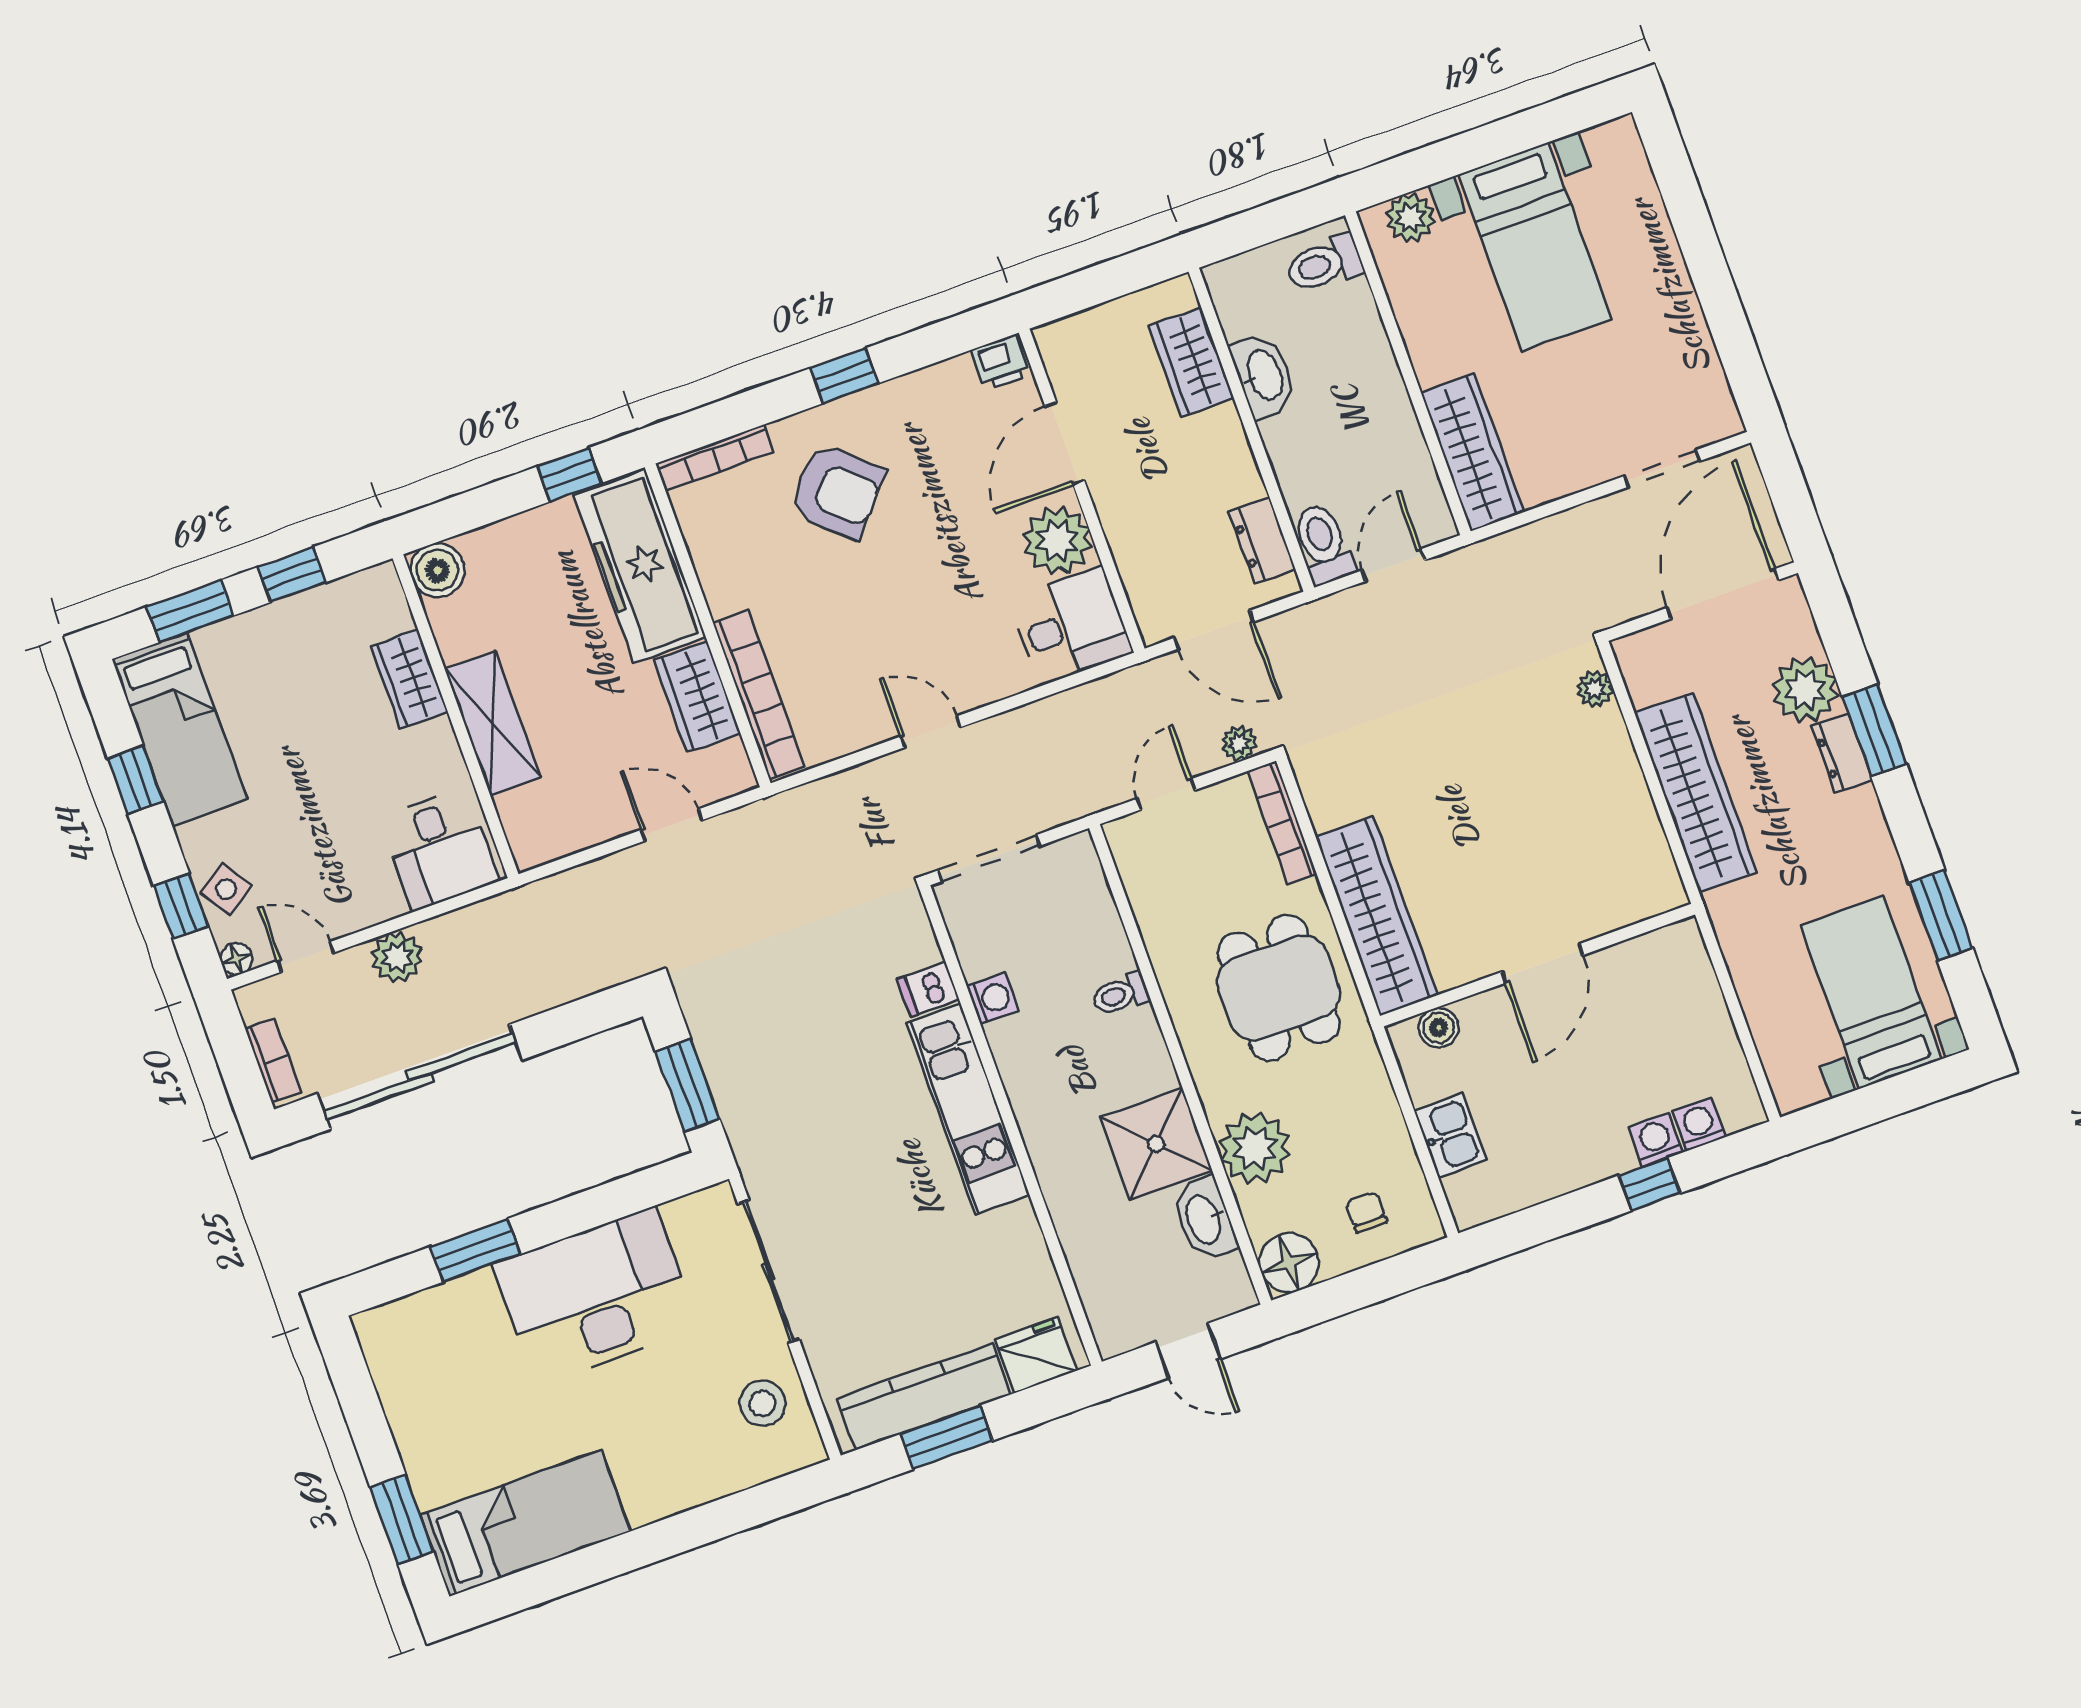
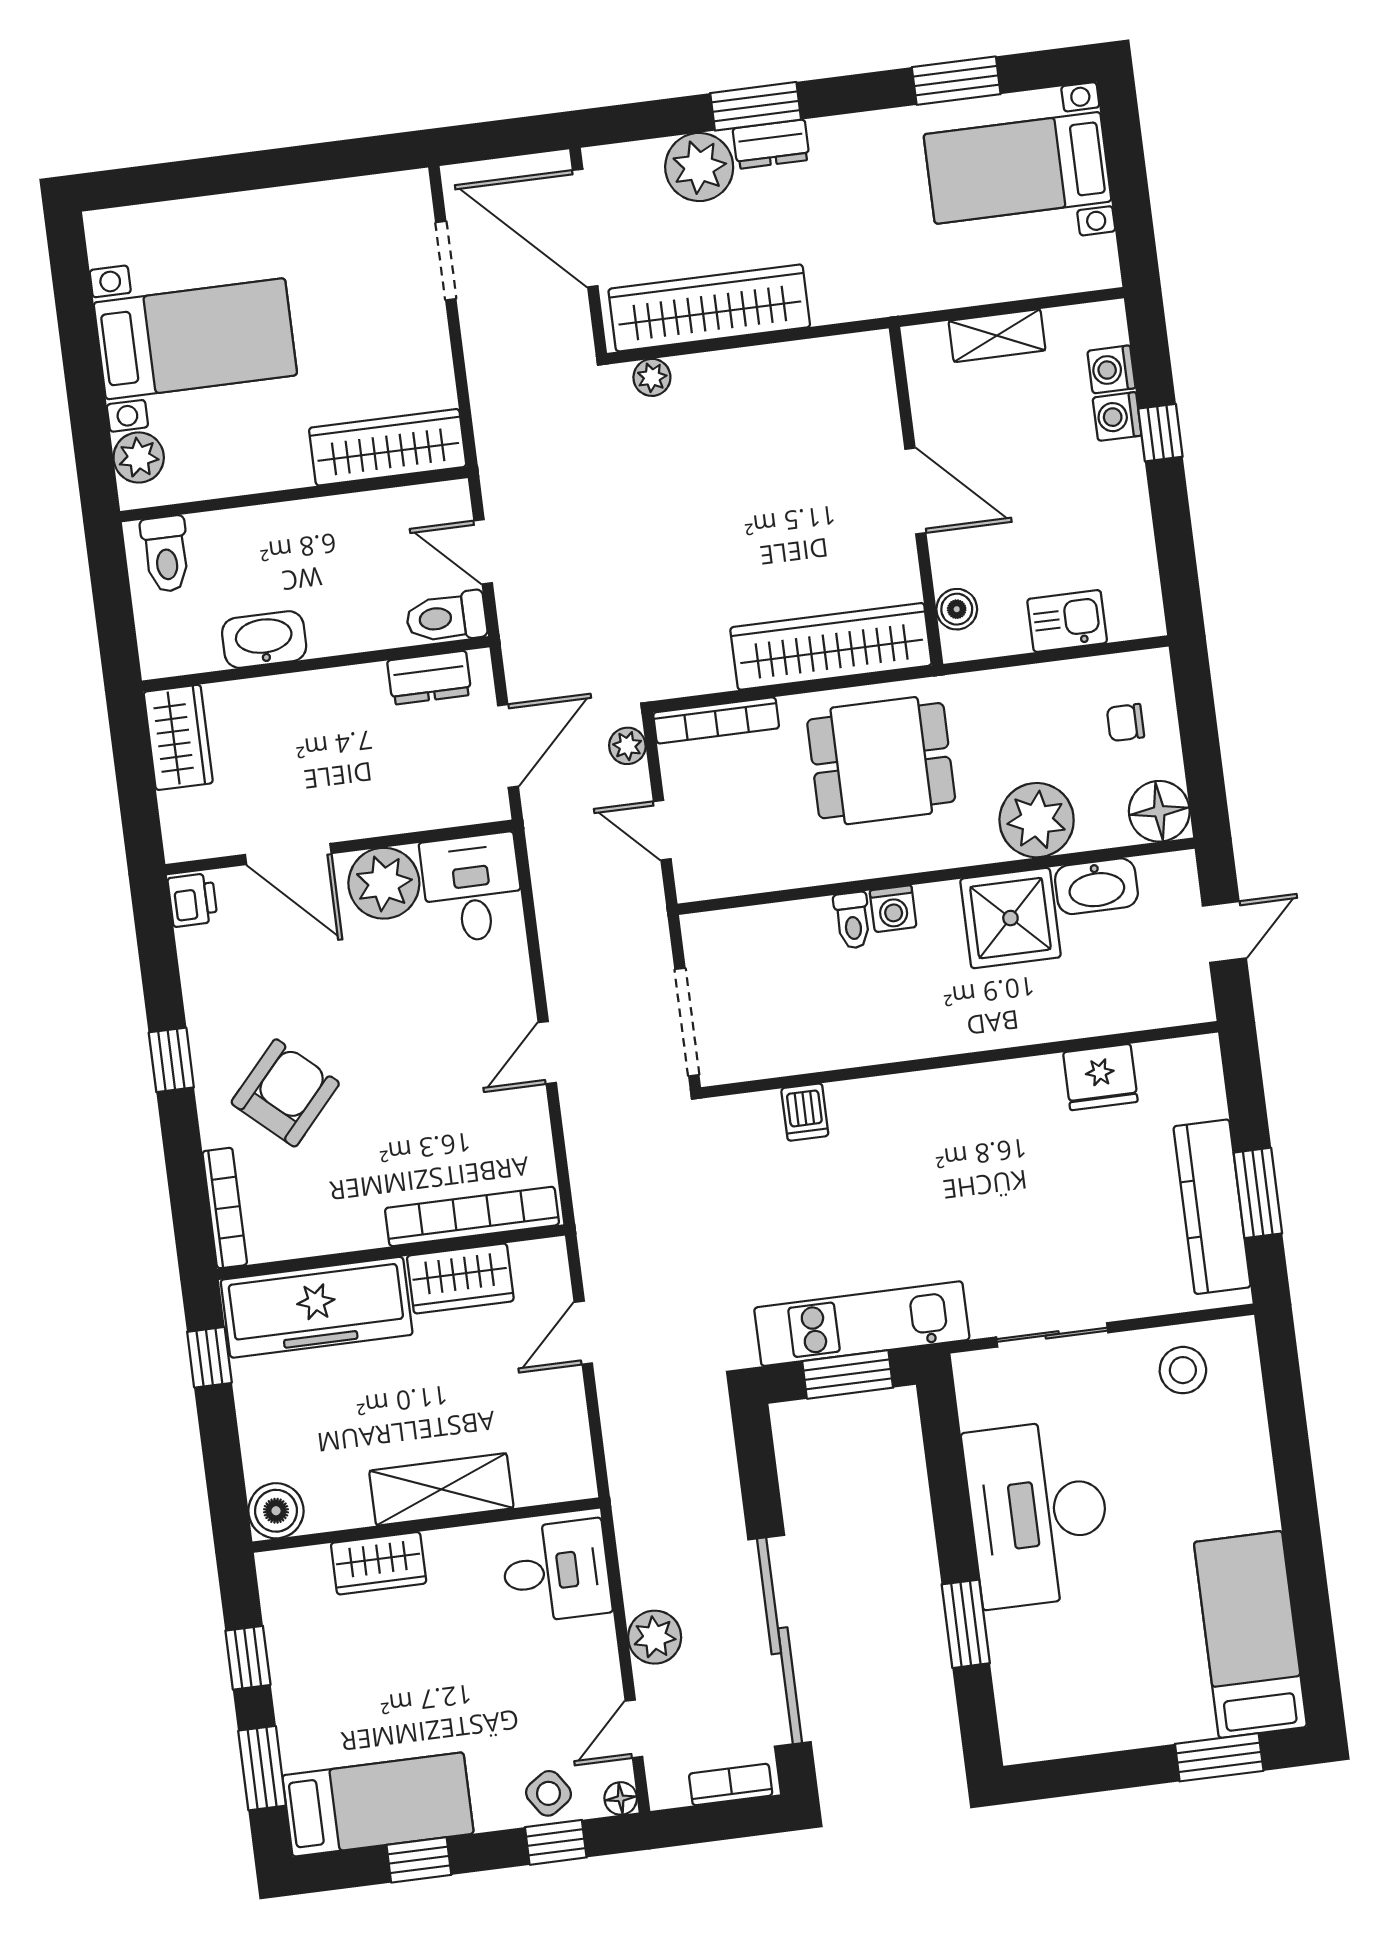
wardrobe: (1191, 362) -> (178, 737), moved, turned -90
wardrobe: (1696, 792) -> (709, 308), moved
washing machine: (993, 999) -> (893, 909), moved, turned 180
shelving: (1707, 1008) -> (997, 336), added
kitchen unit: (968, 1109) -> (862, 1324), moved, turned 180
sliding door: (768, 1272) -> (1052, 1335), width x0.73
fridge: (1036, 1355) -> (1100, 1077), moved, turned -90

